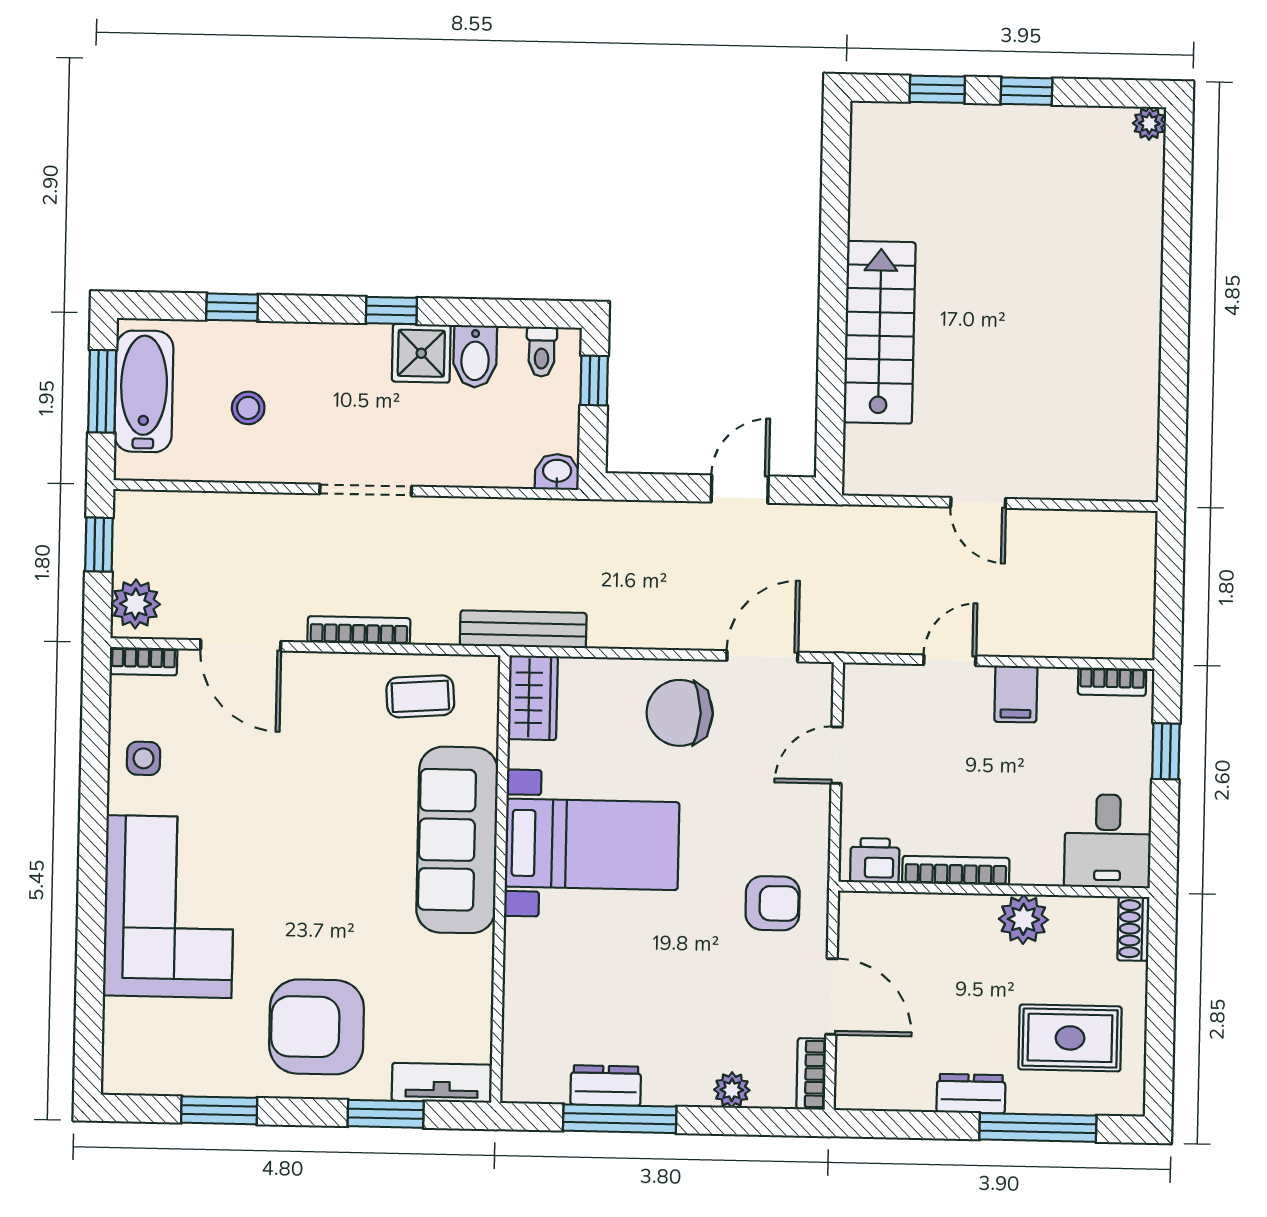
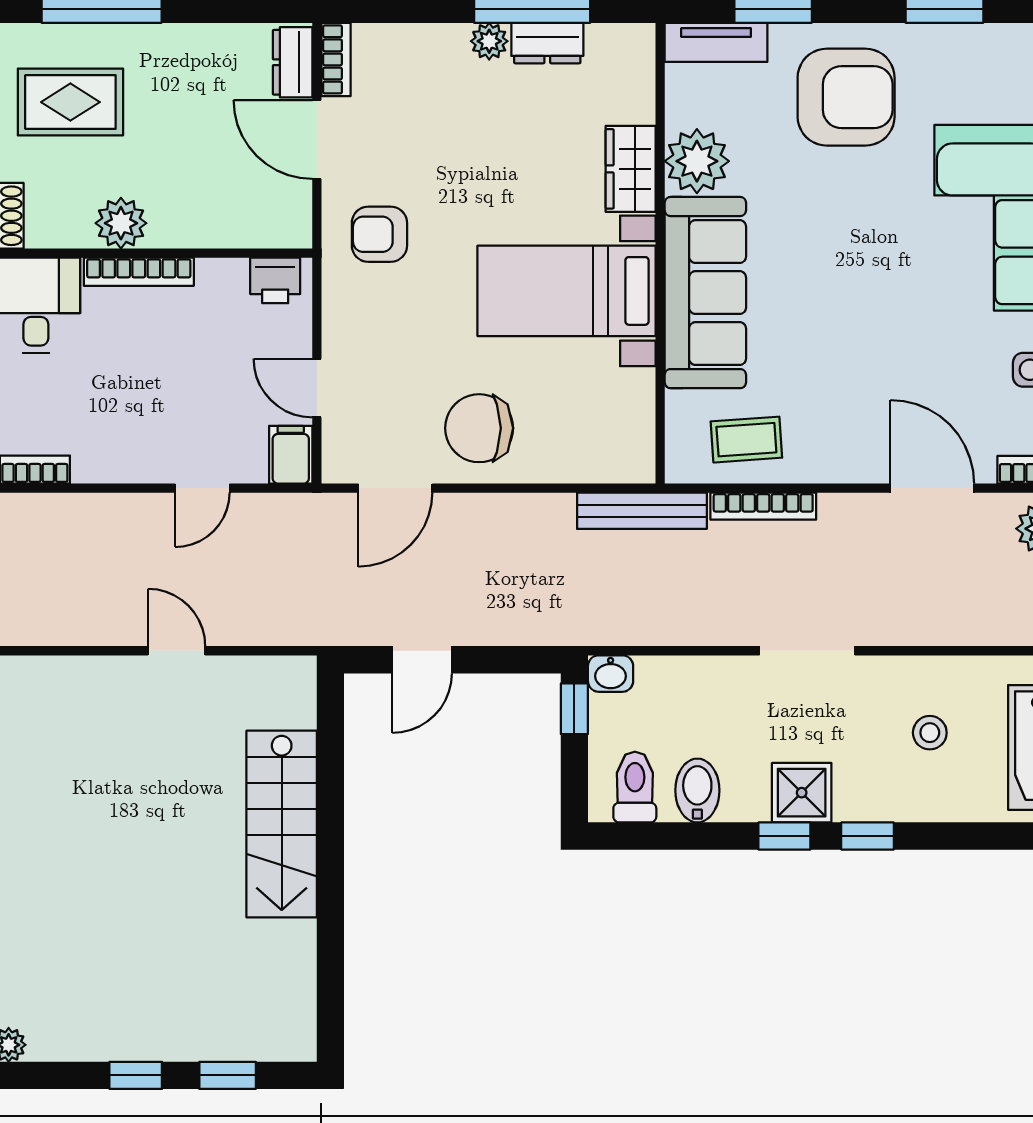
window: (232, 307) -> (868, 836), moved
toilet: (542, 352) -> (635, 787), width x1.37, depth x1.39
shower: (421, 353) -> (802, 793), moved
window: (594, 380) -> (574, 709), moved
bookcase: (359, 630) -> (763, 506), moved
filing cabinet: (1016, 694) -> (291, 455), moved
wardrobe: (533, 698) -> (631, 169), moved
chair: (680, 713) -> (479, 428), turned 180
door: (836, 755) -> (317, 388), swing flipped
bookcase: (956, 871) -> (139, 272), moved
plant: (463, 968) -> (697, 161), added
plant: (732, 1090) -> (489, 41), moved
dresser: (971, 1094) -> (293, 62), moved, turned 90

